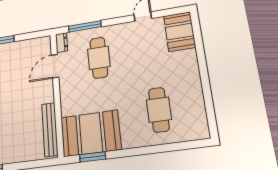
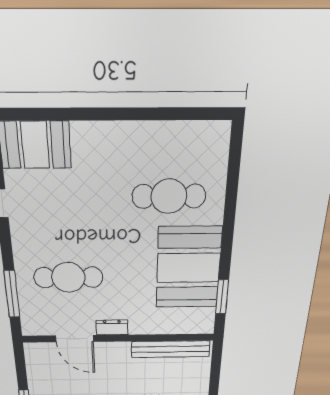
dresser: (61, 43) -> (112, 327), moved
booth: (91, 133) -> (188, 268), moved

